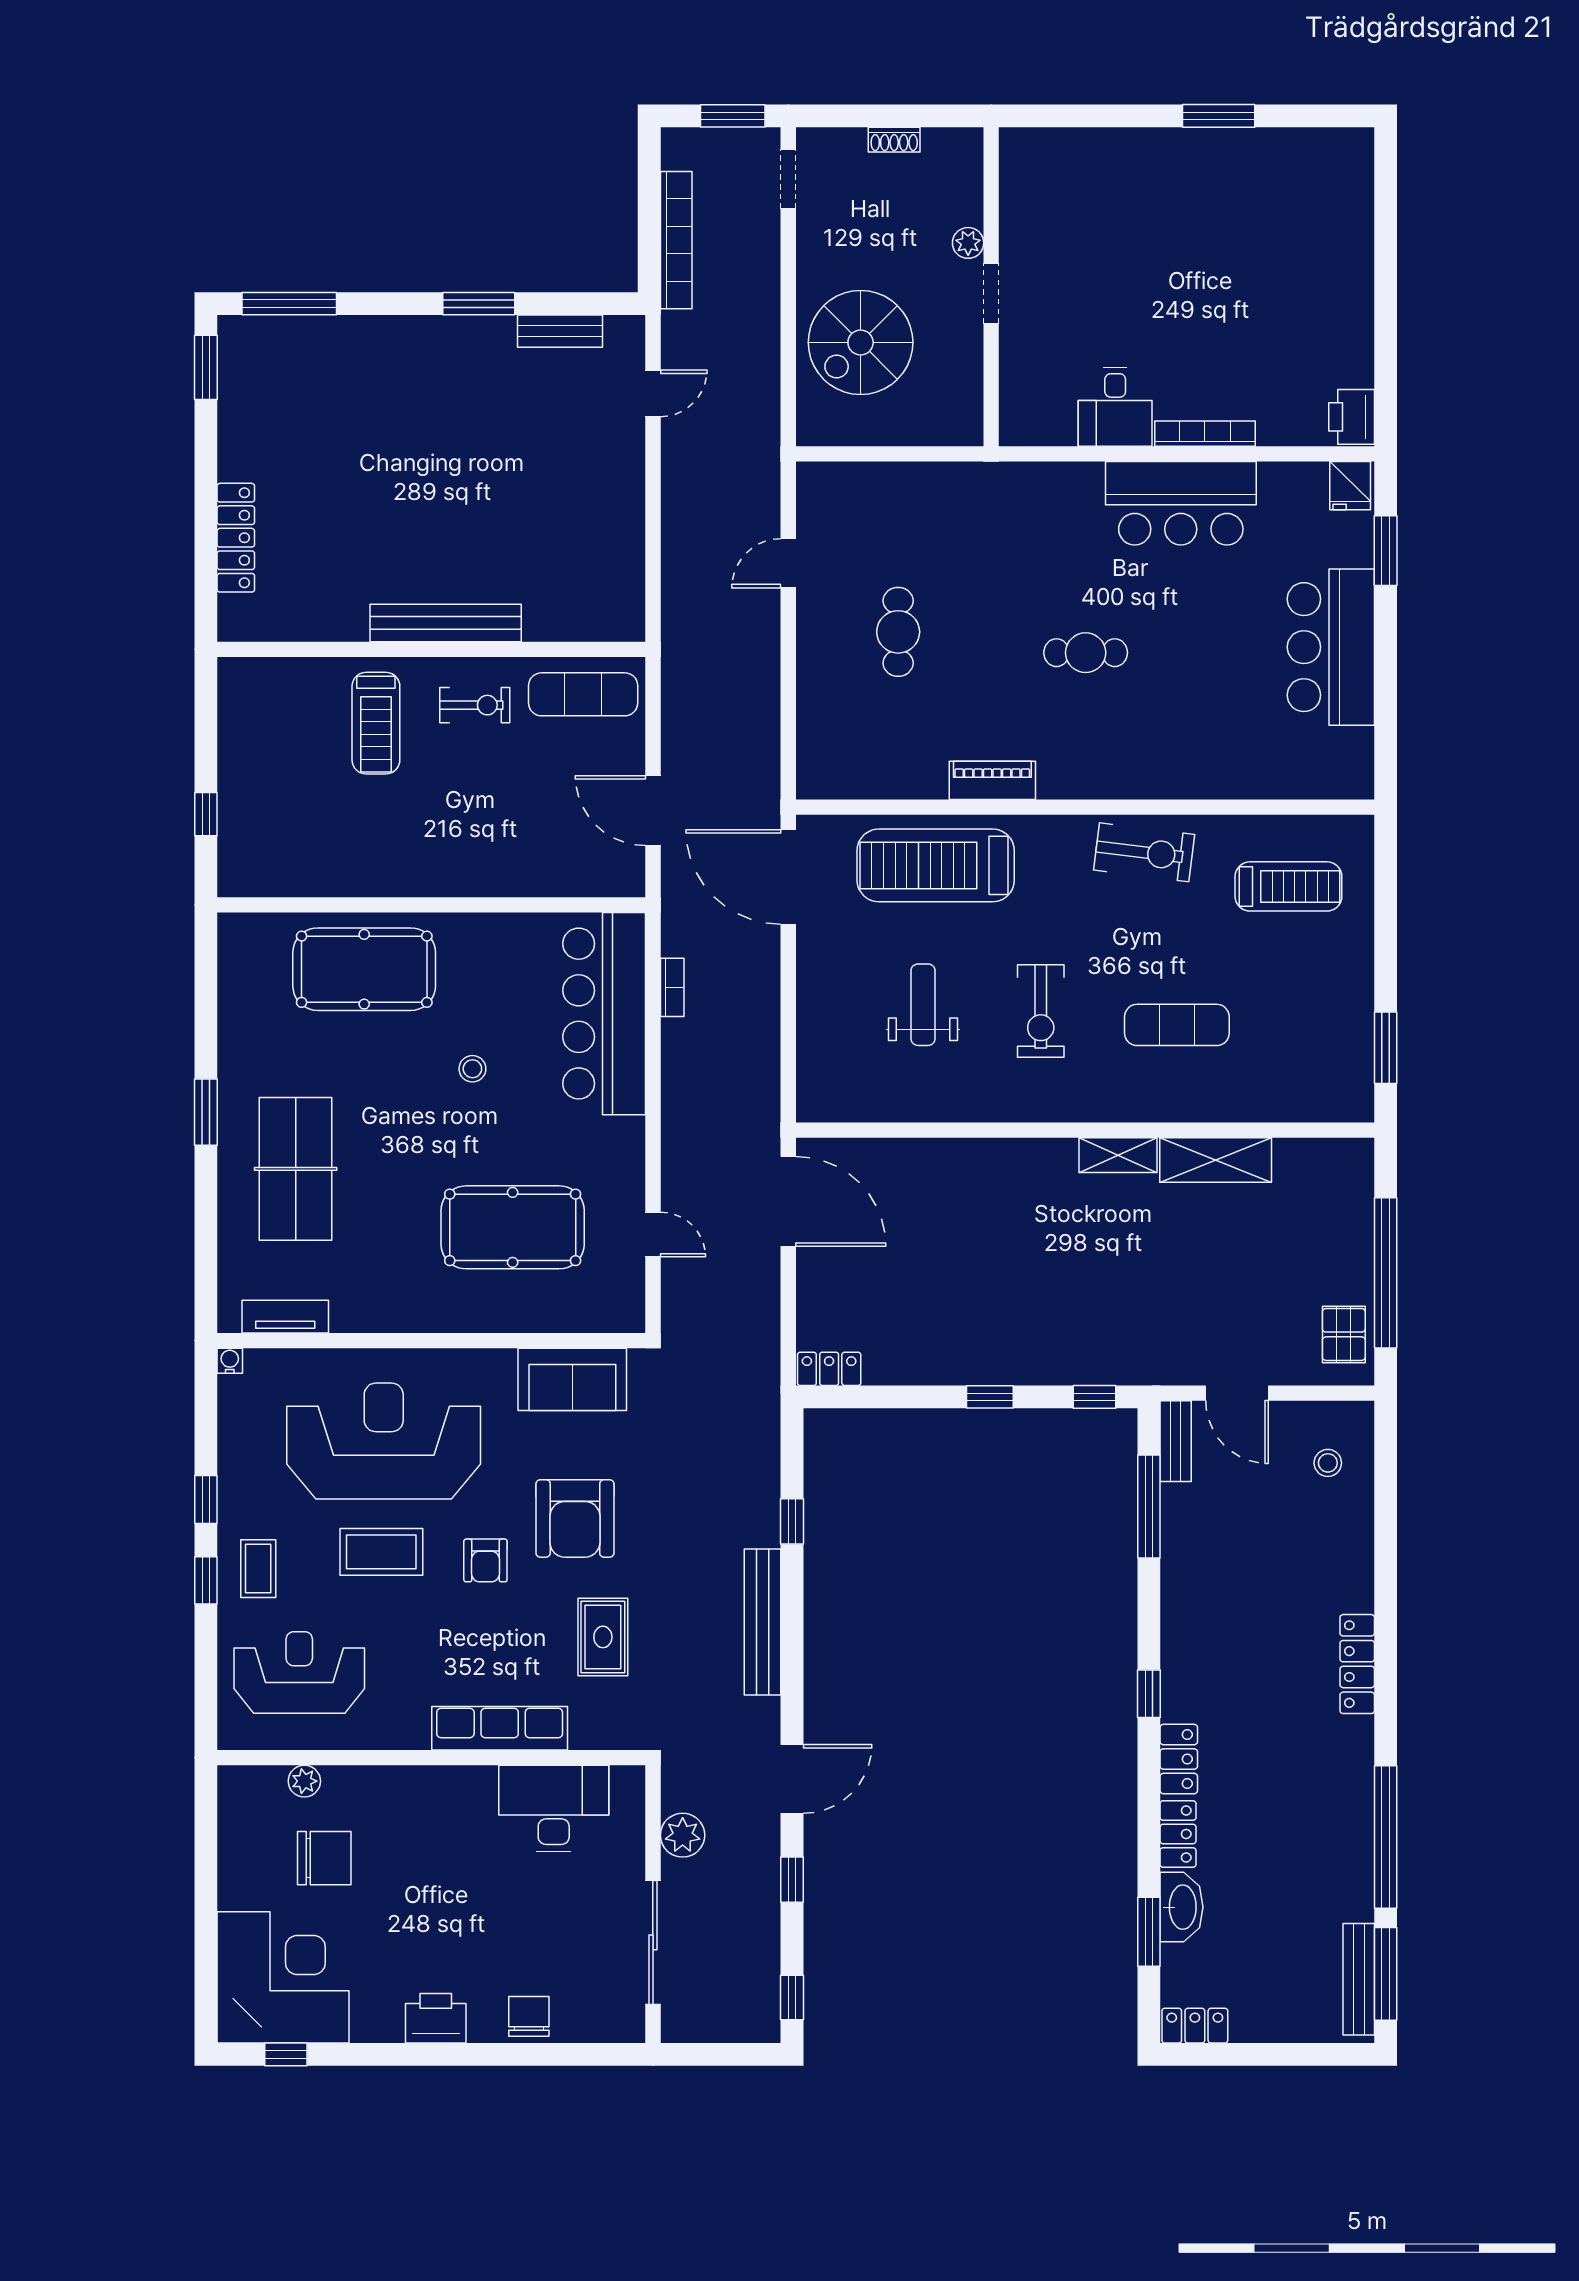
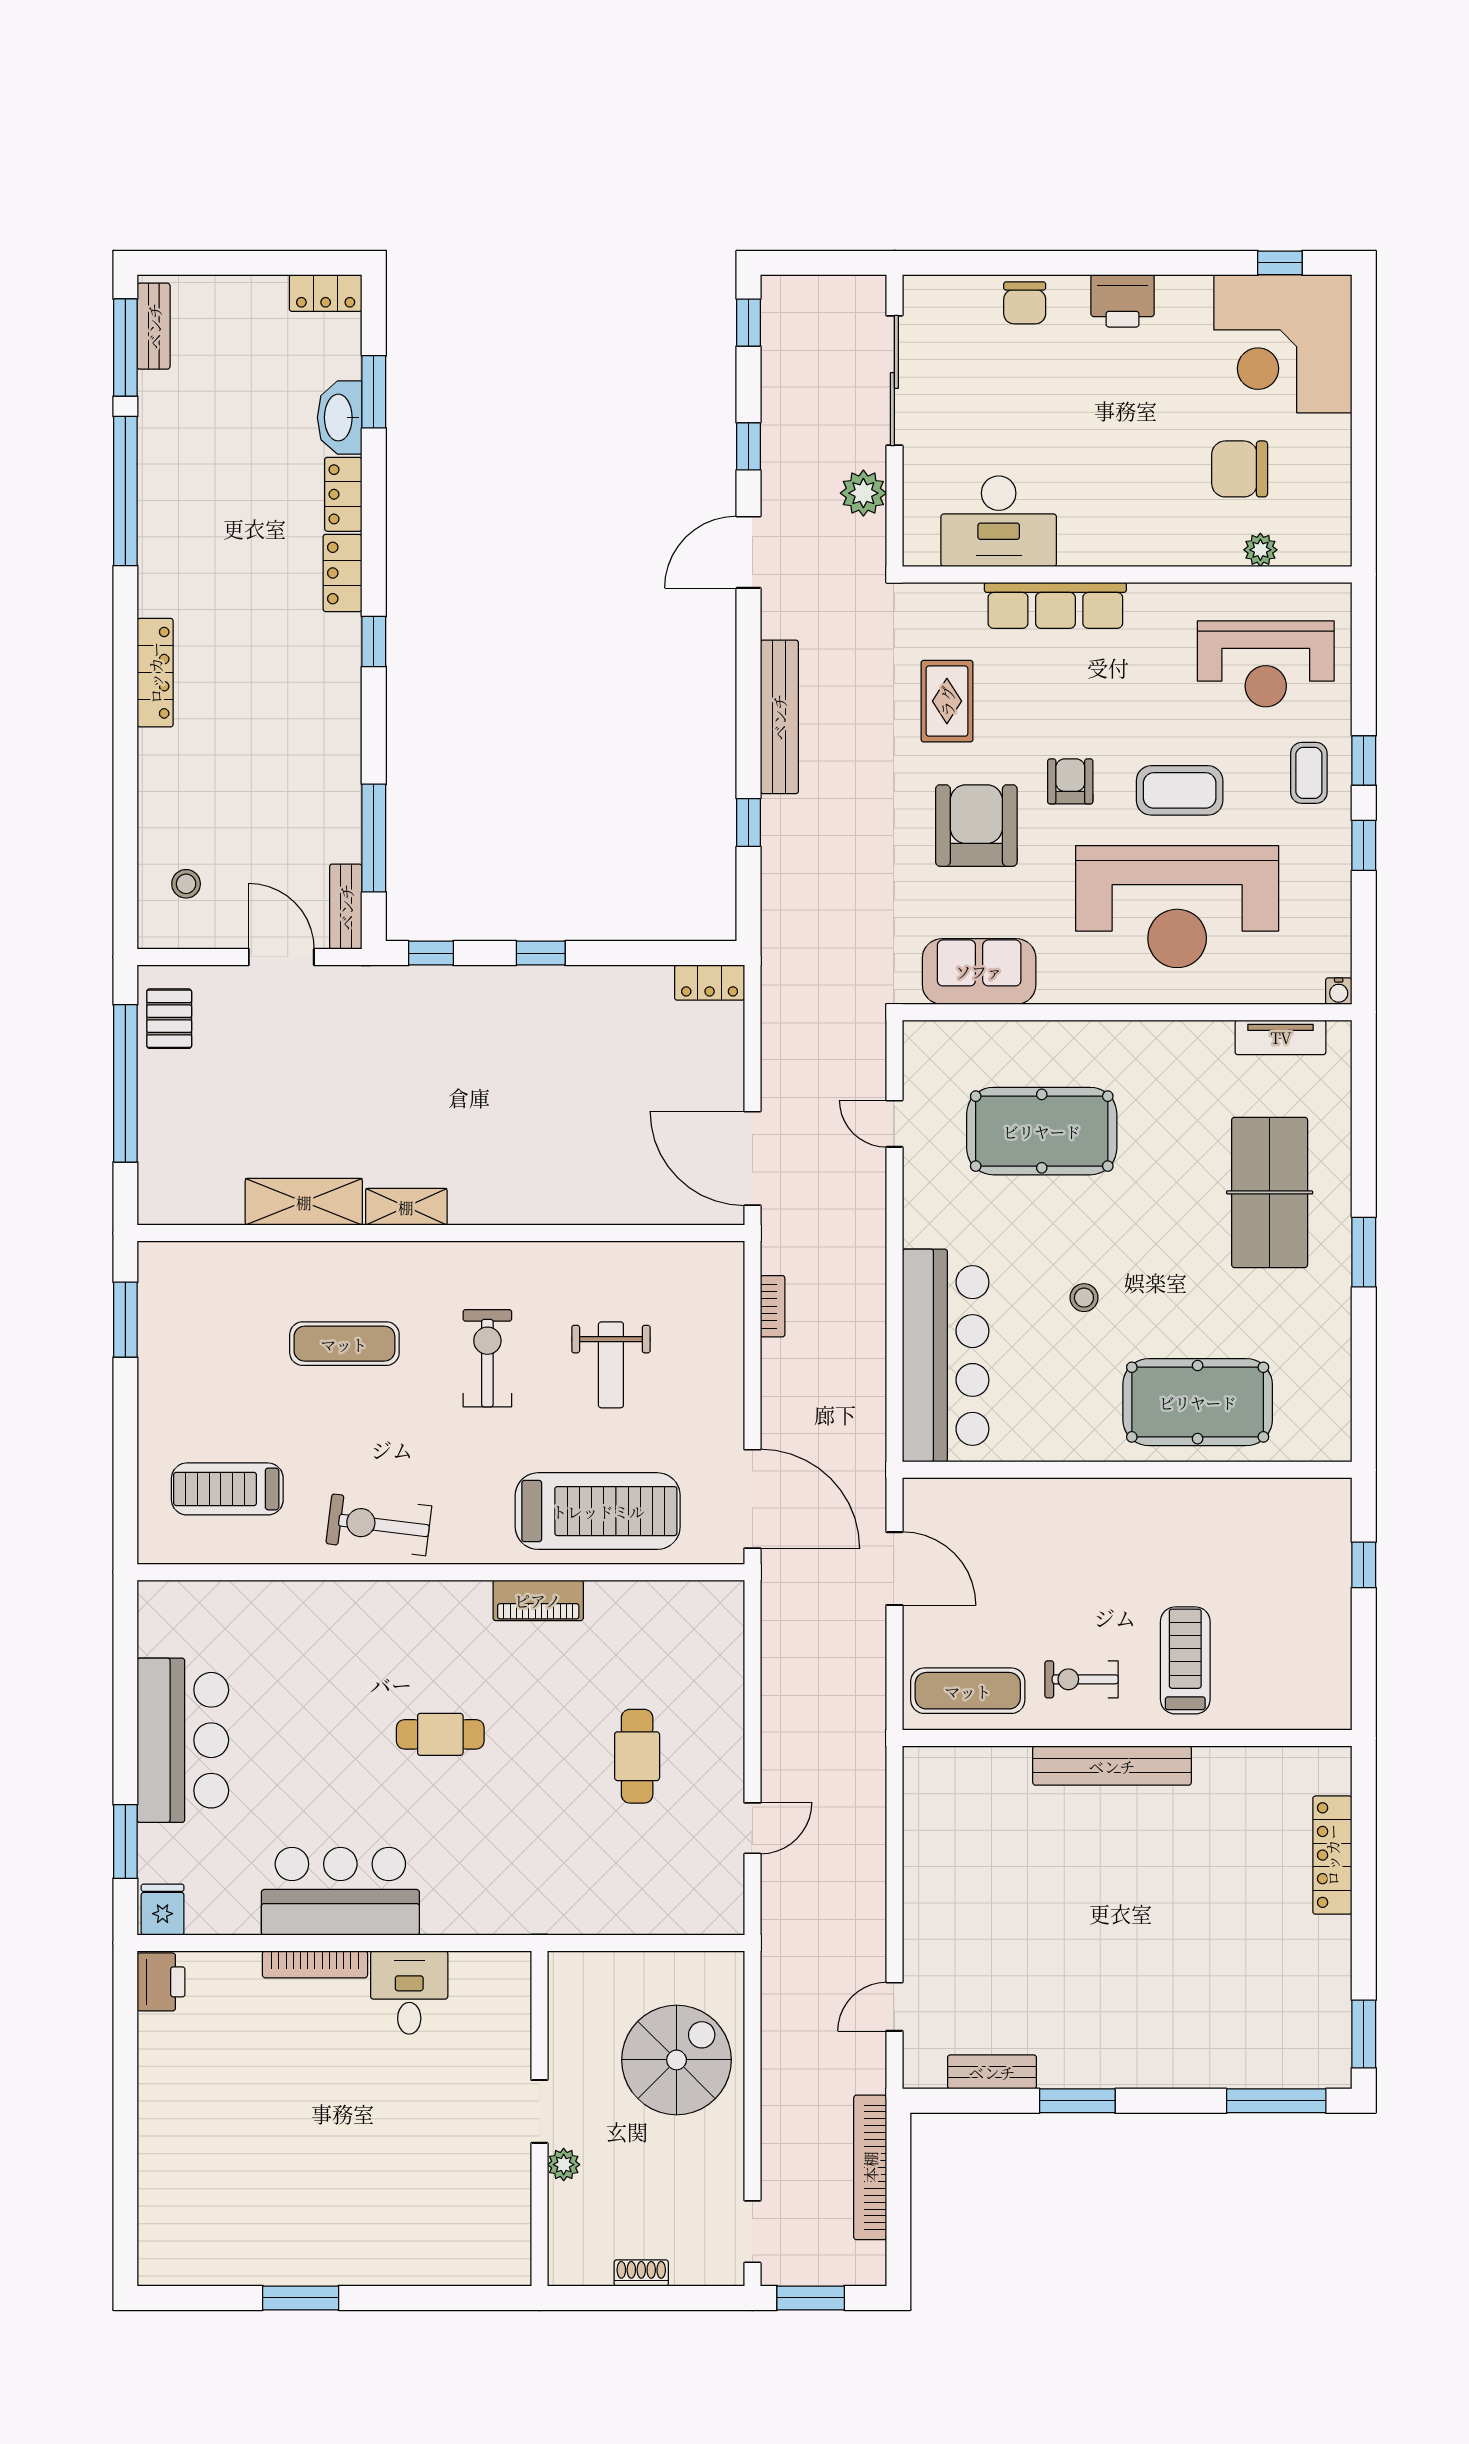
bookcase: (672, 987) -> (773, 1306), moved, turned 180
bench: (1359, 1979) -> (154, 326), width x0.73

